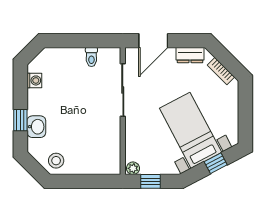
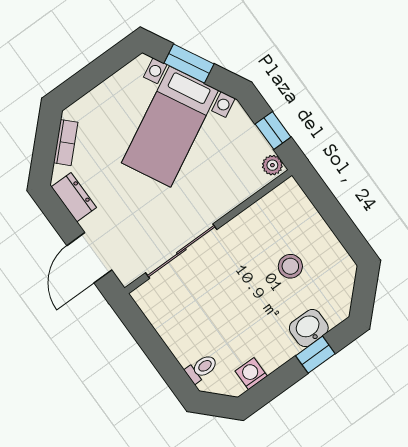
door: (153, 41) -> (89, 258), swing flipped
toilet: (91, 57) -> (202, 368), moved
stool: (56, 161) -> (290, 266), moved
window: (216, 163) -> (189, 63), width x1.50

